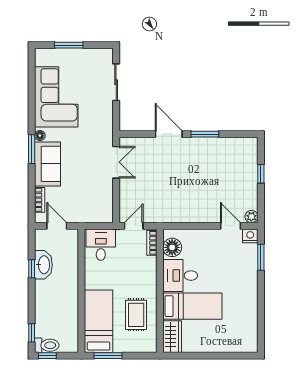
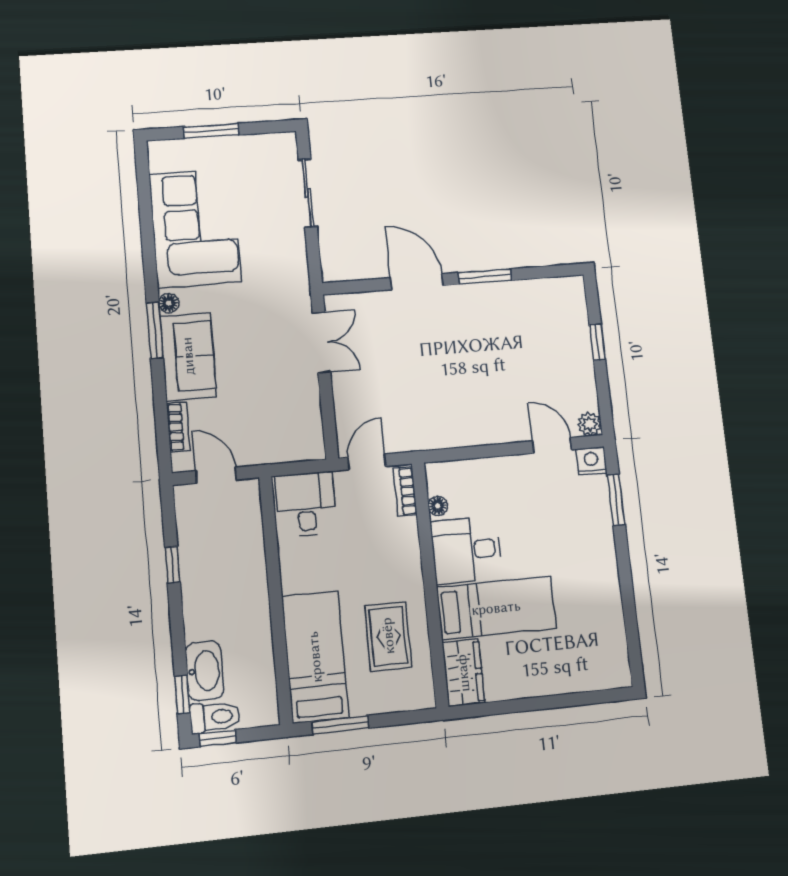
floor lamp: (172, 247) -> (438, 506), width x0.53, depth x0.53
washbasin: (43, 265) -> (205, 671), moved

